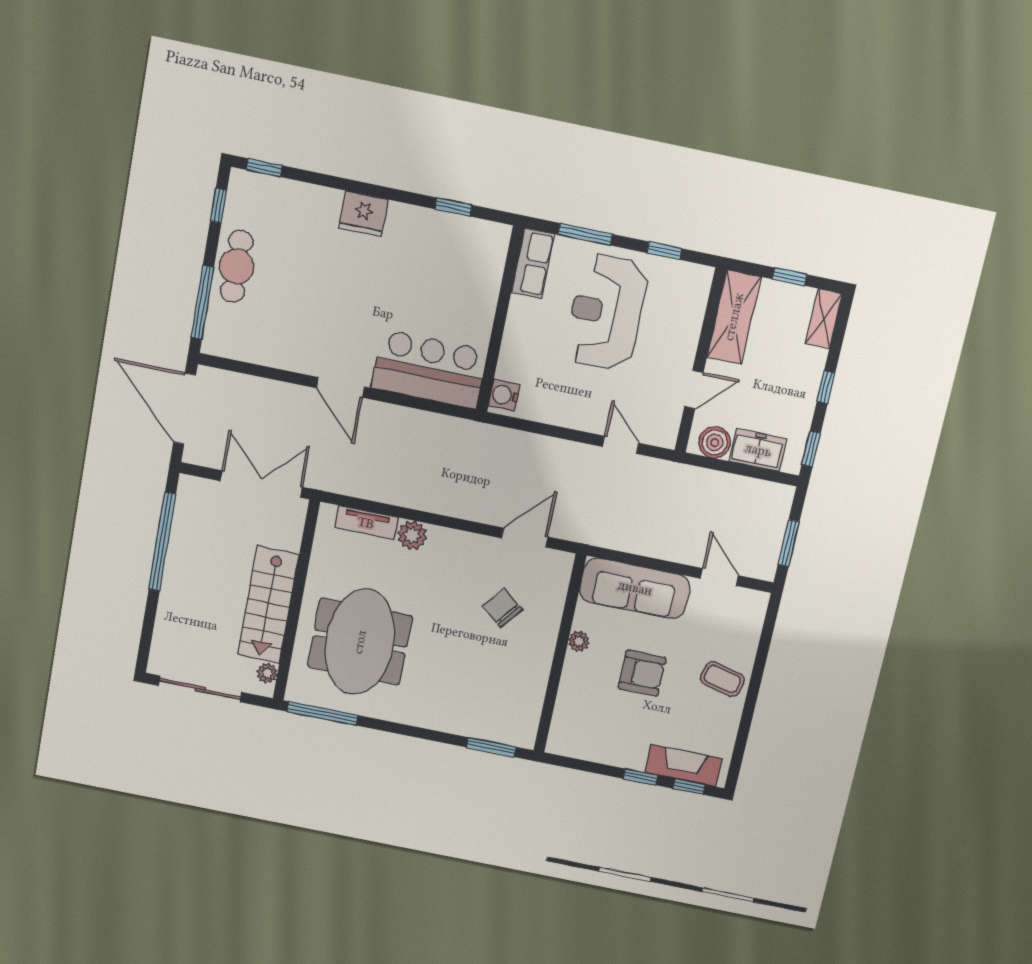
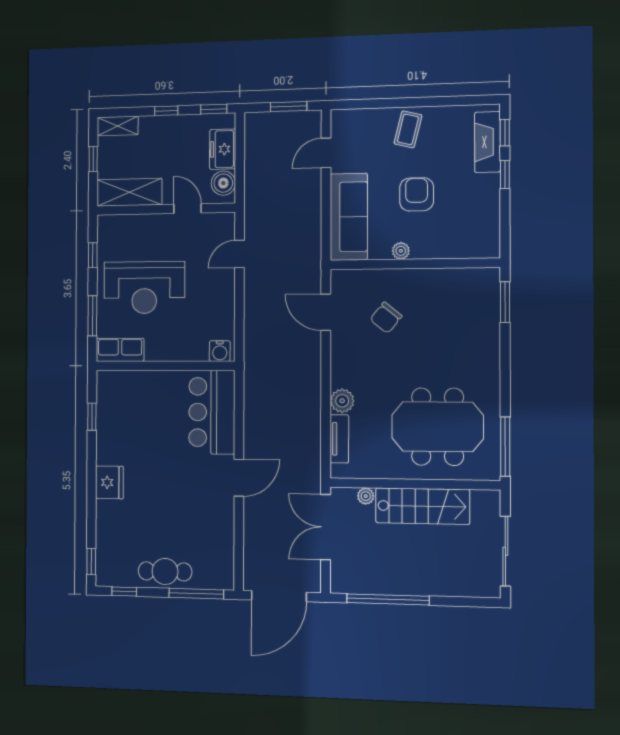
plant: (267, 673) -> (366, 496), moved

